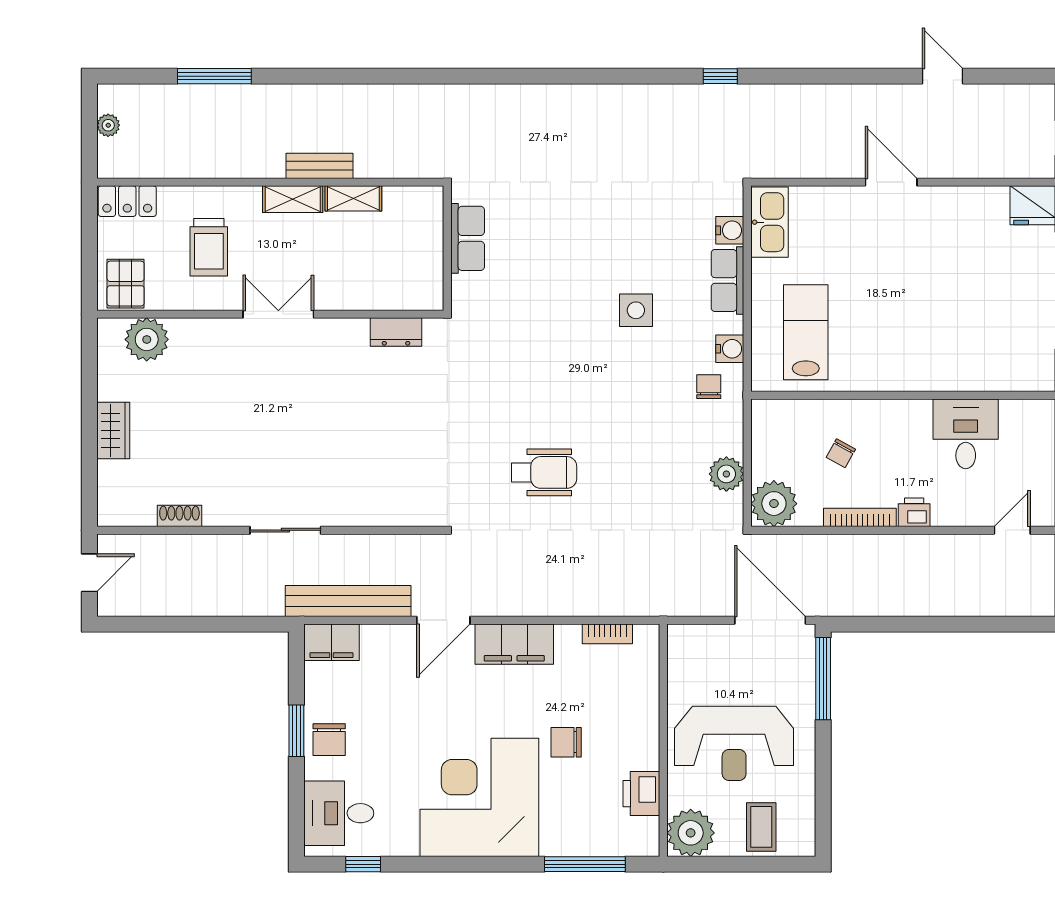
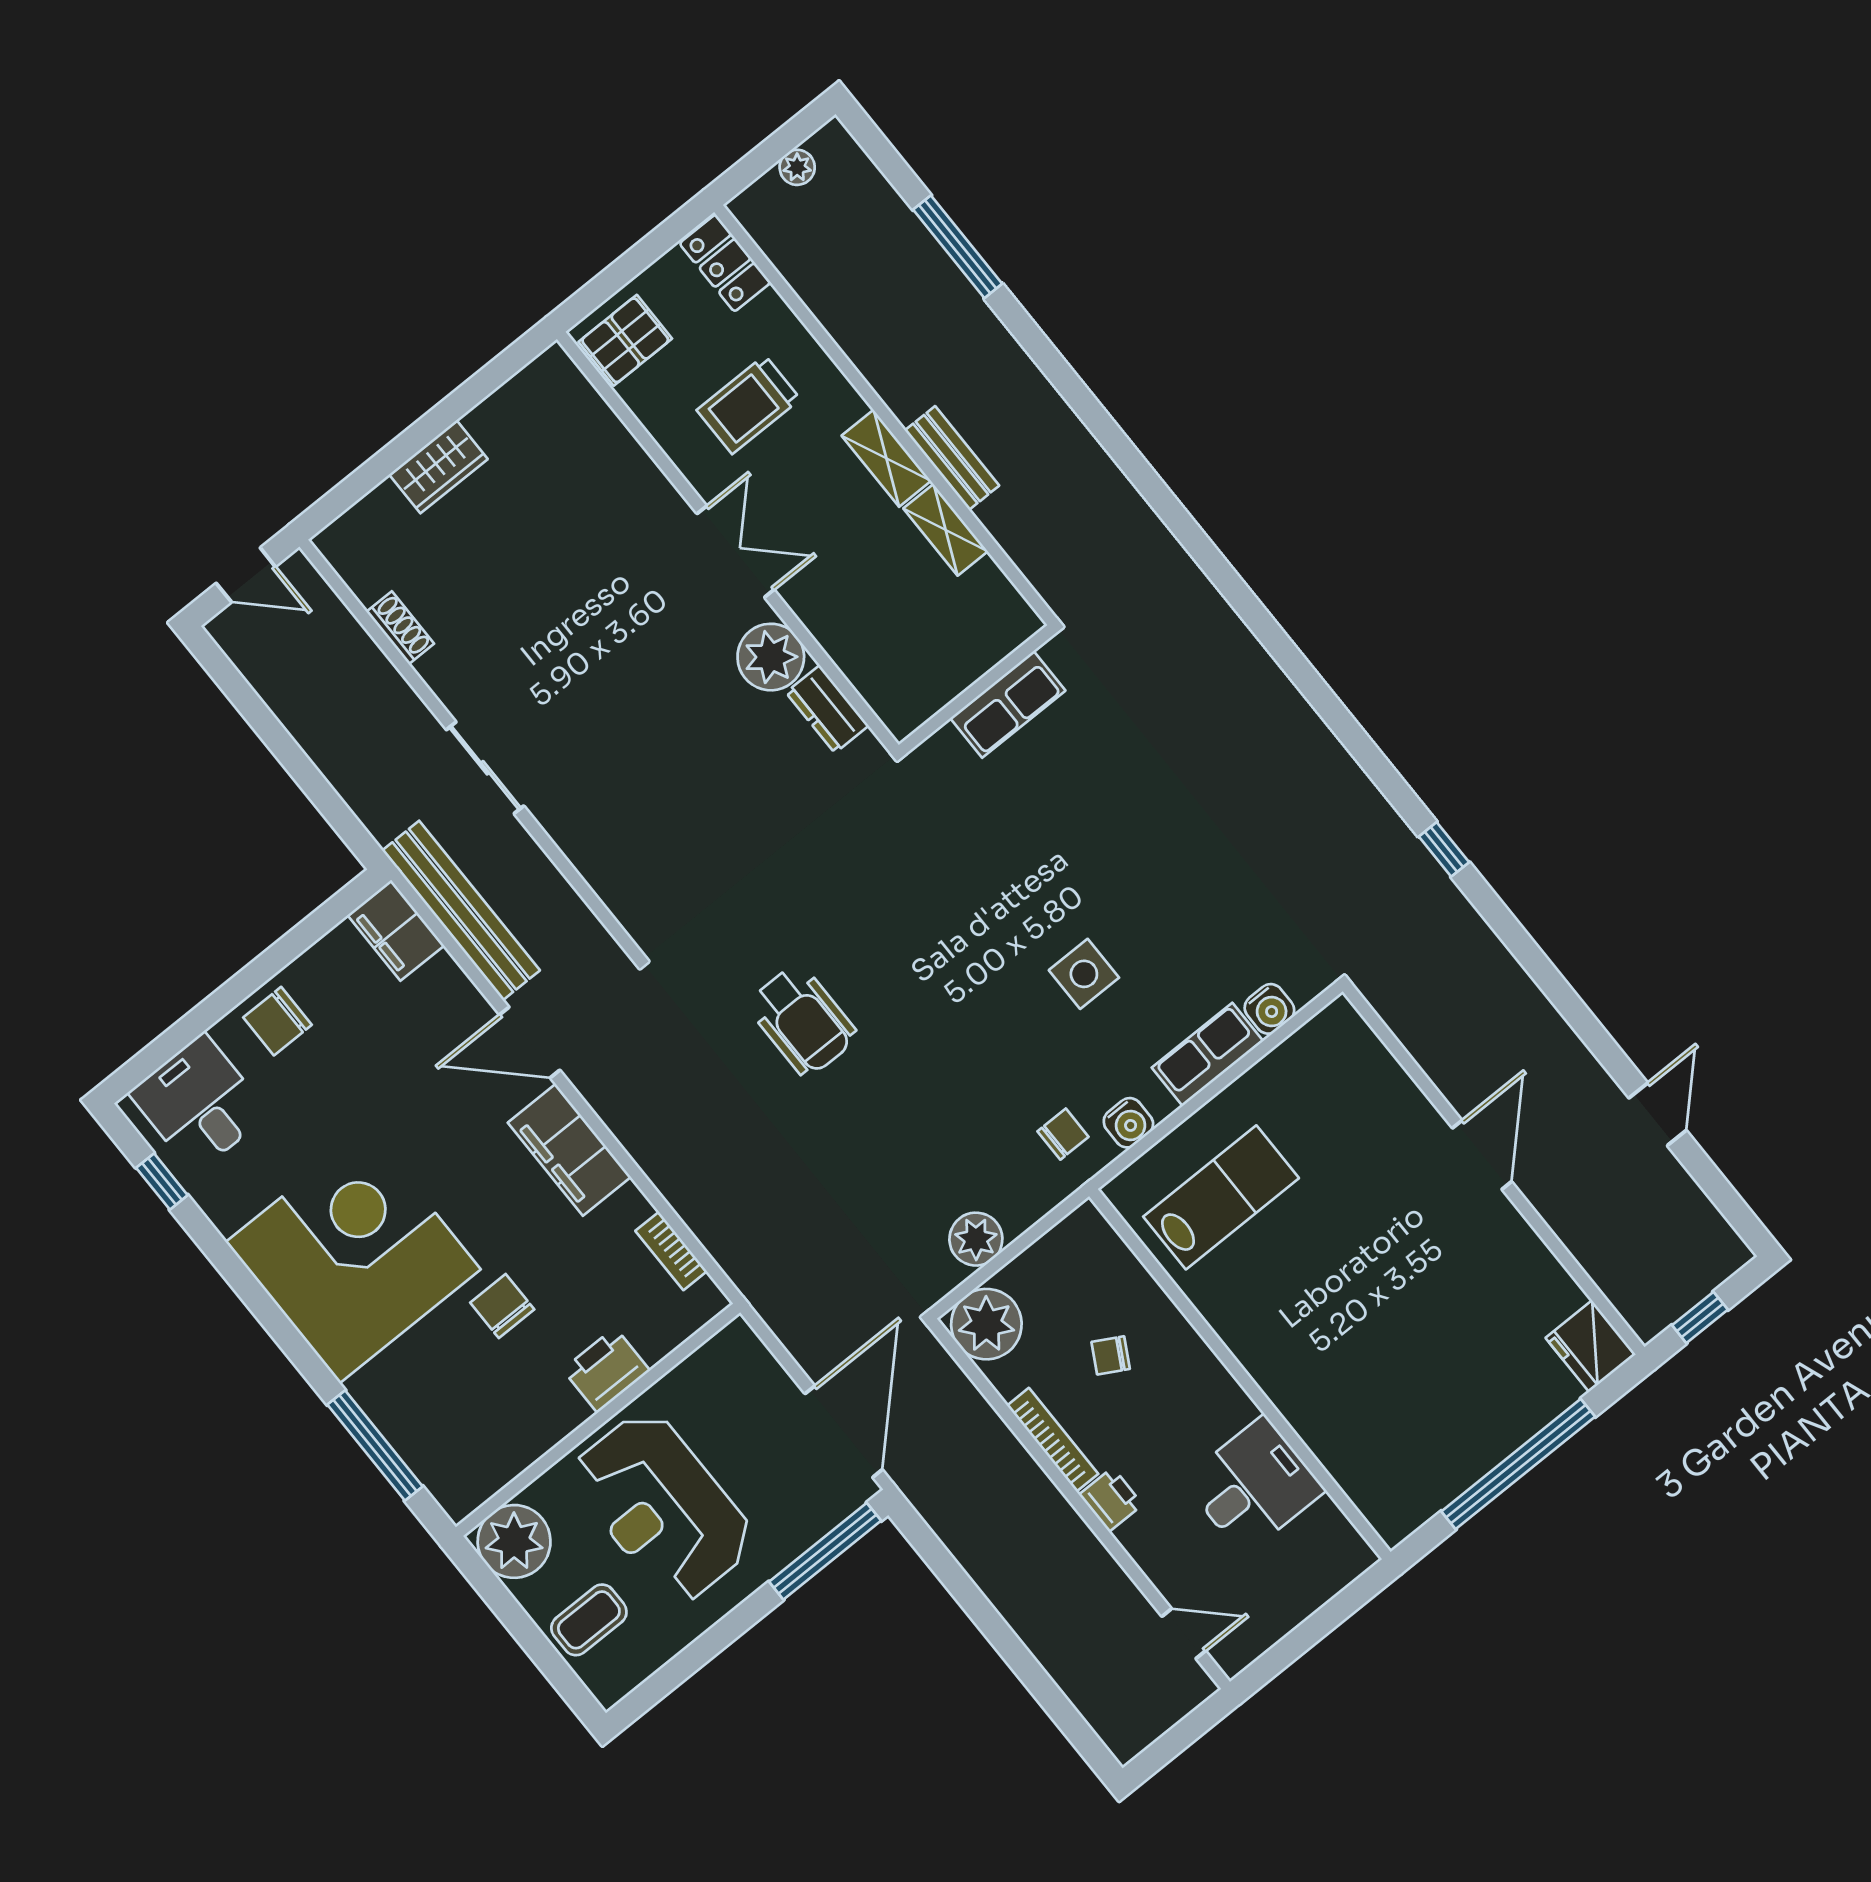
kitchen sink: (769, 222) -> (1317, 1048), removed
plant: (147, 339) -> (771, 657), moved
window: (296, 731) -> (257, 974), removed
printer: (641, 794) -> (606, 1370), moved

